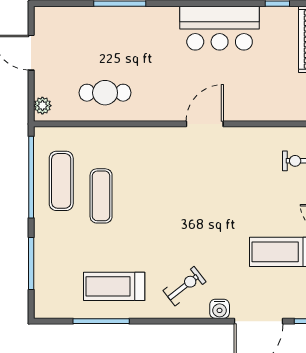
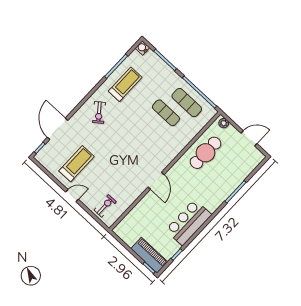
cafe table: (105, 93) -> (206, 153), width x1.37, depth x1.35
water cooler: (220, 309) -> (142, 48), moved

